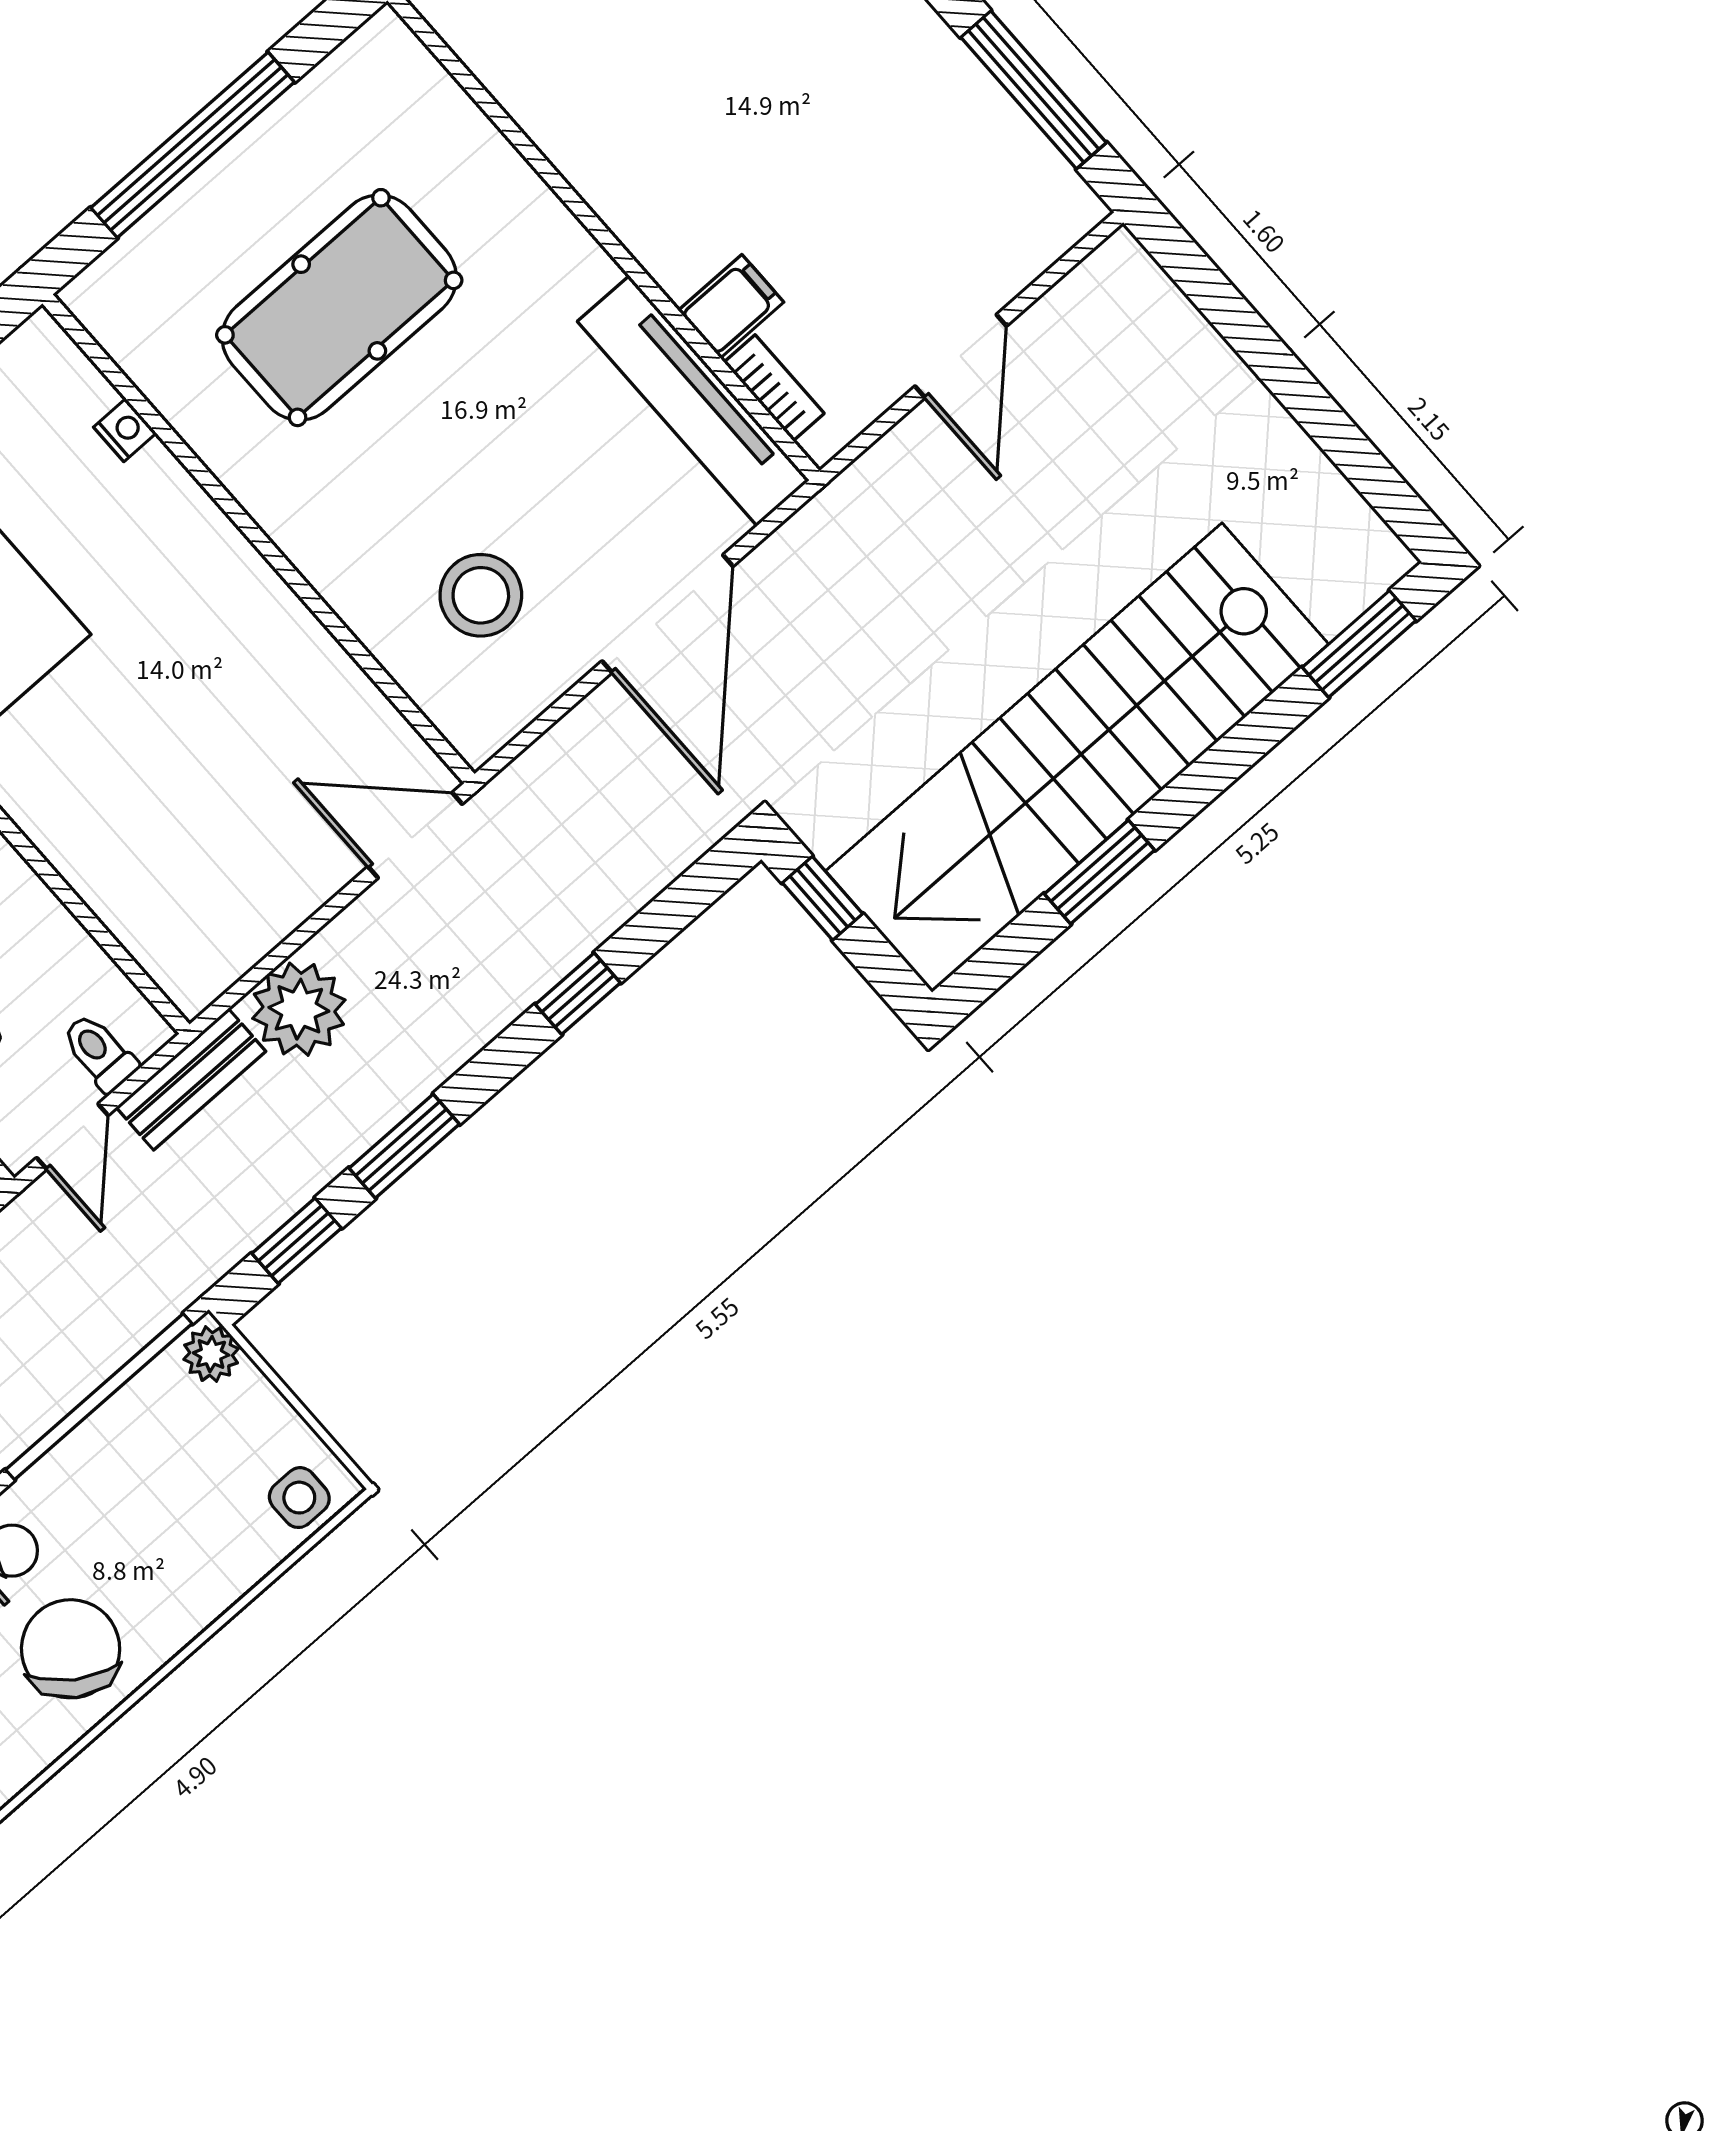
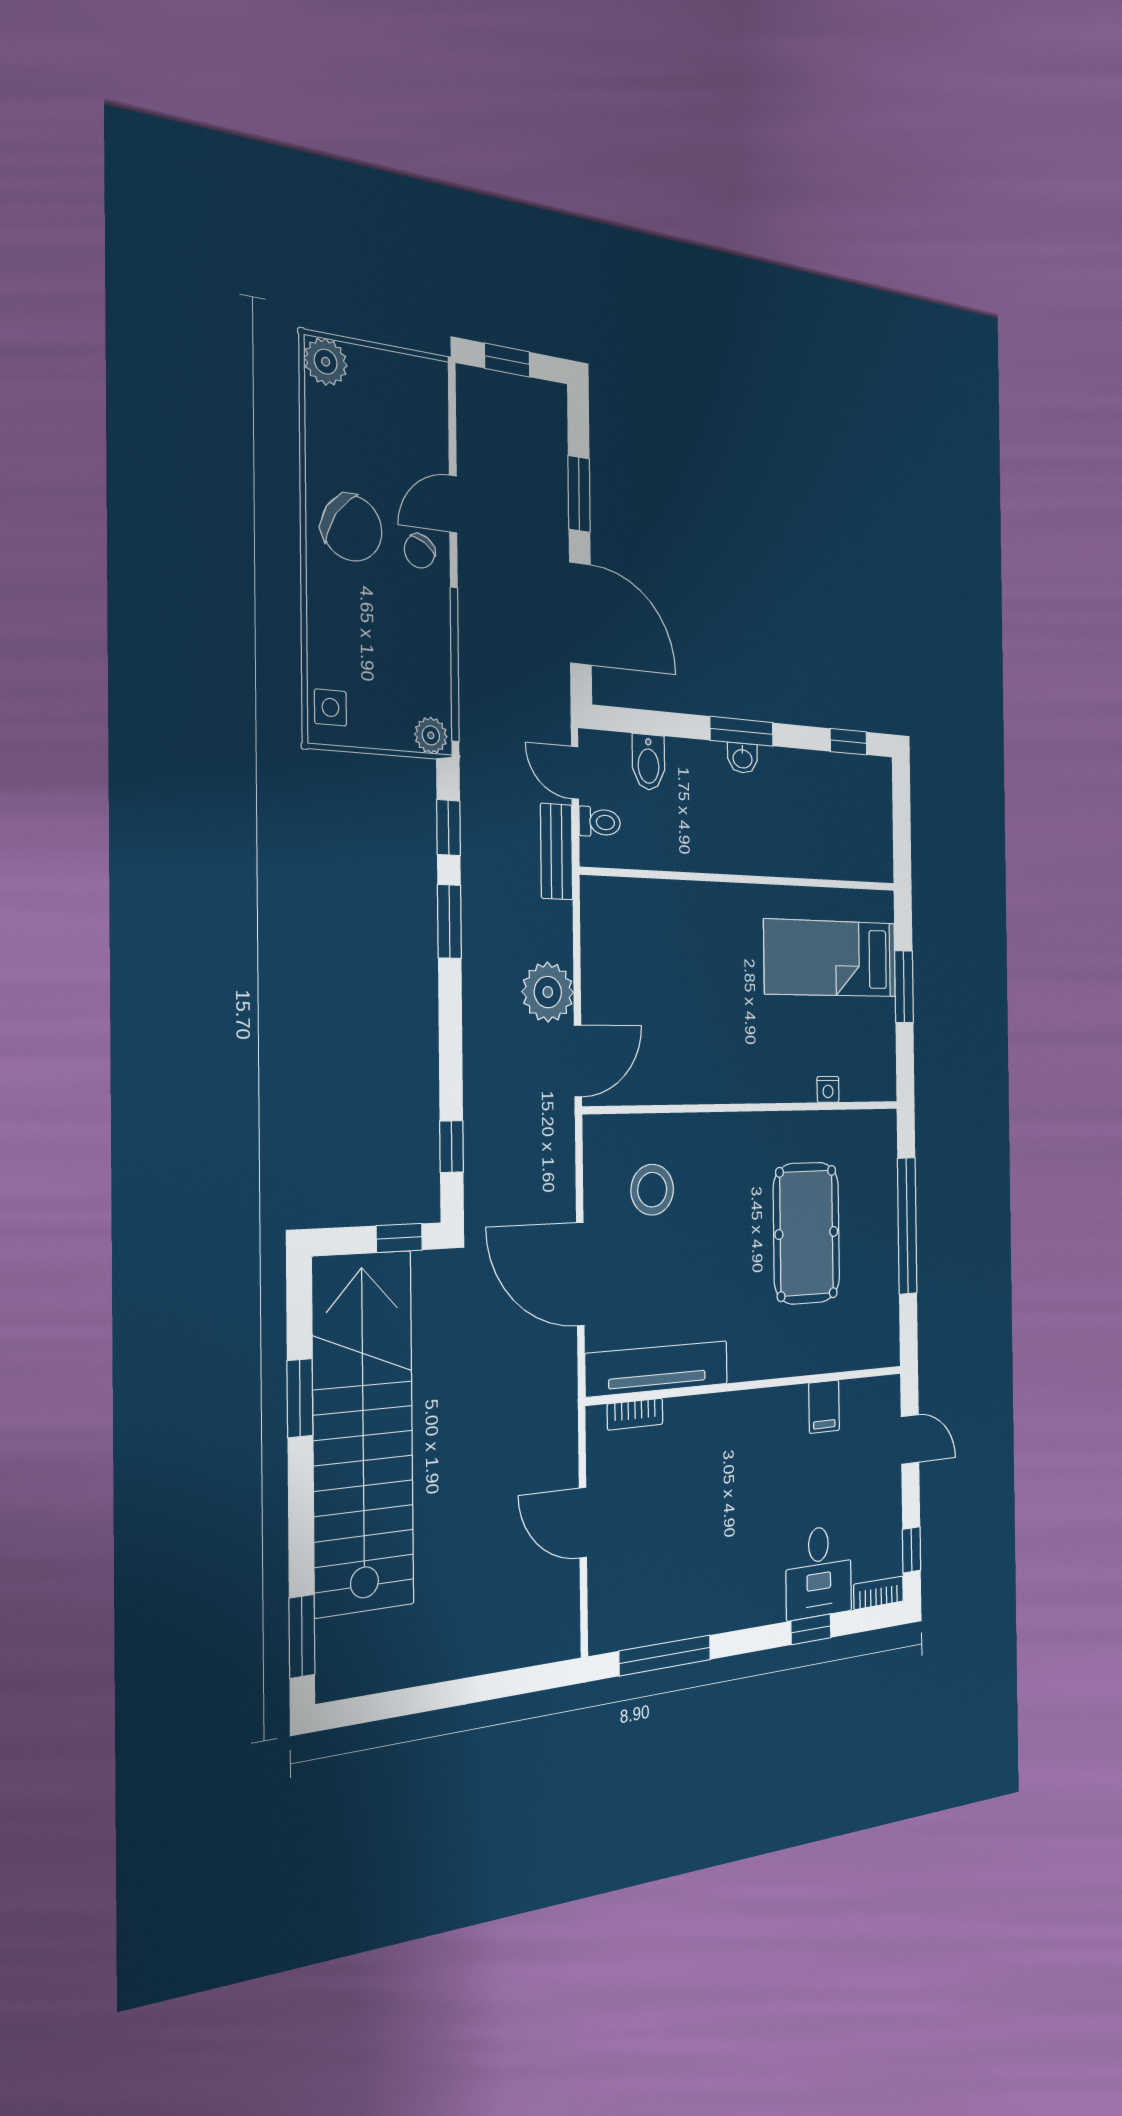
filing cabinet: (731, 306) -> (824, 1407), moved
window: (578, 994) -> (452, 1147), moved
plant: (299, 1009) -> (548, 992), moved

